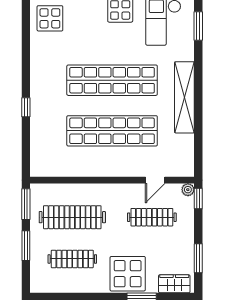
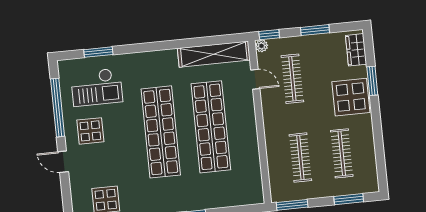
shelving: (184, 97) -> (214, 54), moved
clothes rail: (72, 217) -> (300, 158), width x0.73, depth x0.76
window: (26, 246) -> (349, 199), moved
window: (198, 258) -> (315, 30), moved

